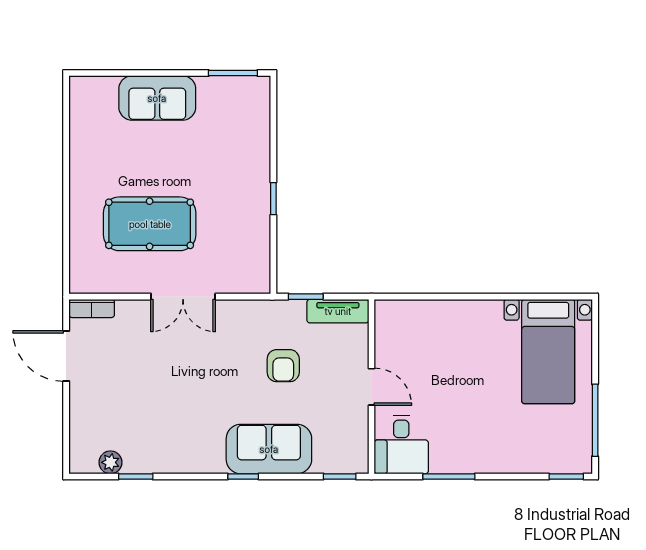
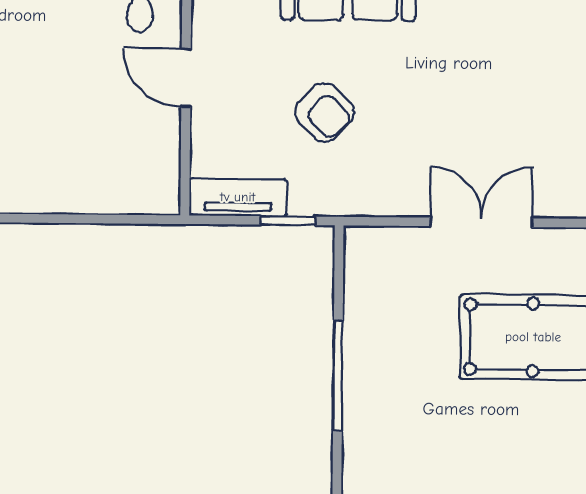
window: (273, 199) -> (338, 375), width x2.17
armchair: (283, 366) -> (325, 112), turned 135

